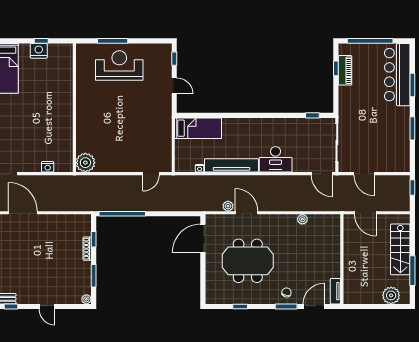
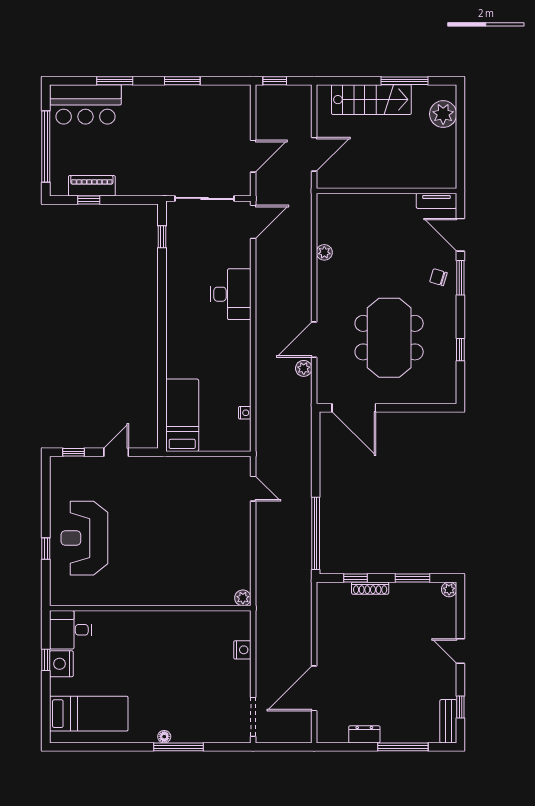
window: (113, 41) -> (46, 549), width x0.46
desk: (60, 57) -> (70, 630), added
bar counter: (397, 75) -> (86, 104), width x0.73
plant: (85, 163) -> (243, 598), width x0.53, depth x0.53
tv unit: (231, 165) -> (240, 363), removed
door: (47, 307) -> (460, 651), swing flipped

